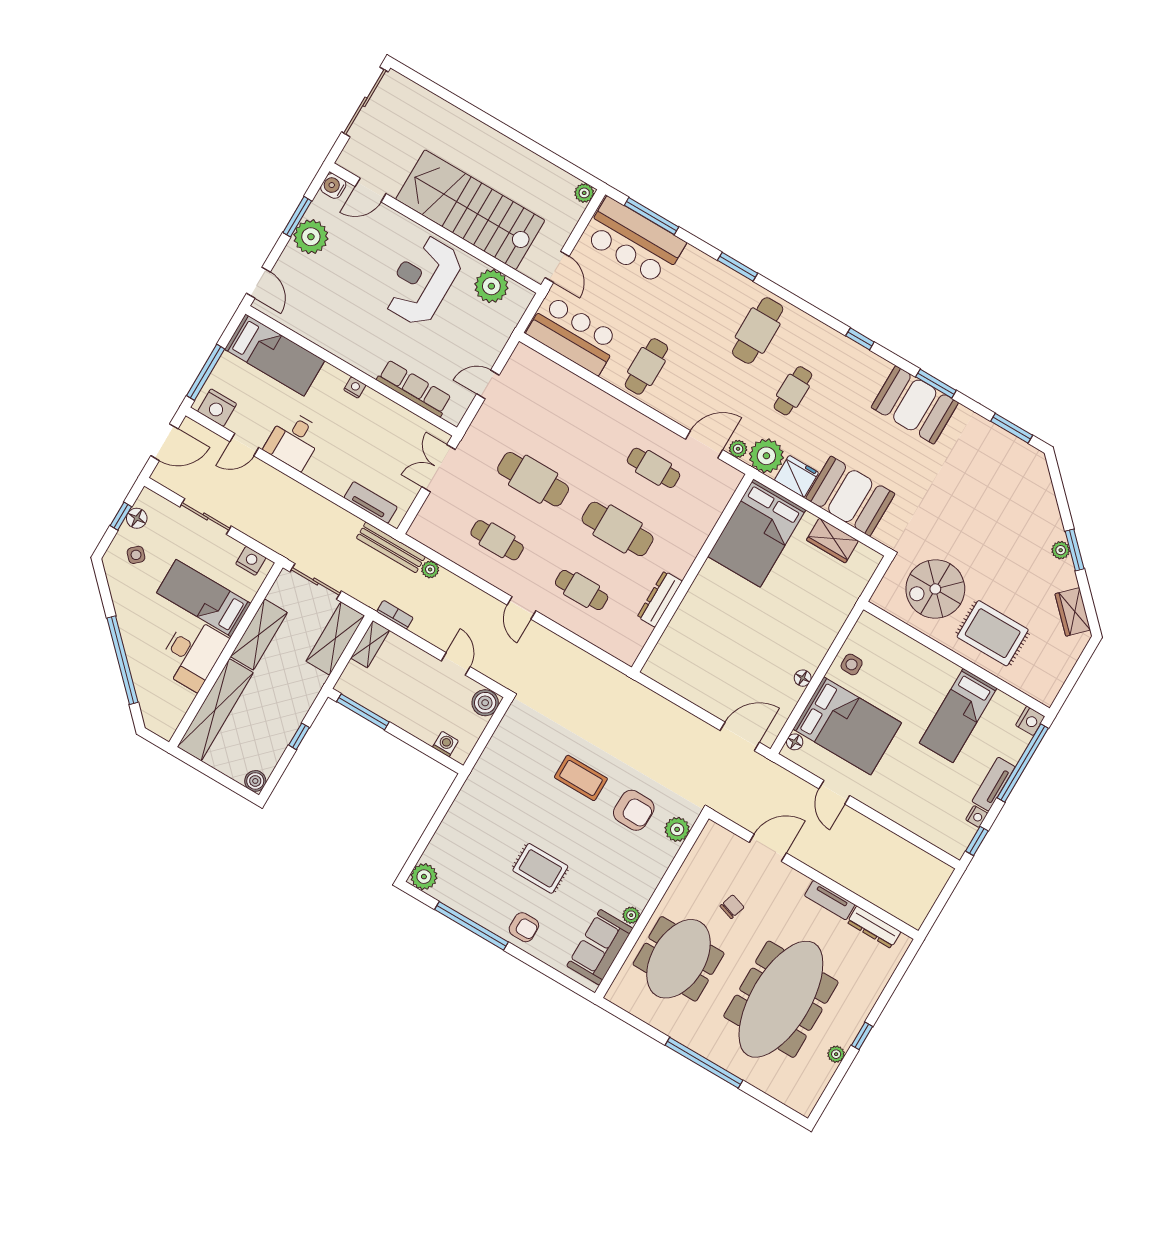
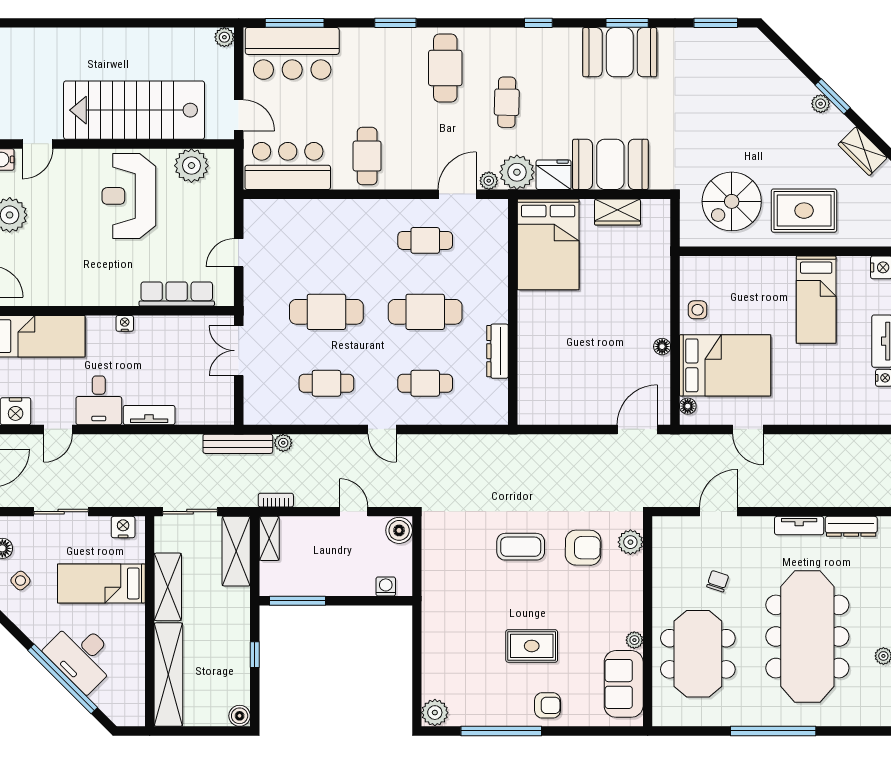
tv unit: (371, 502) -> (149, 415), moved
desk: (192, 653) -> (82, 656), moved, turned 135

